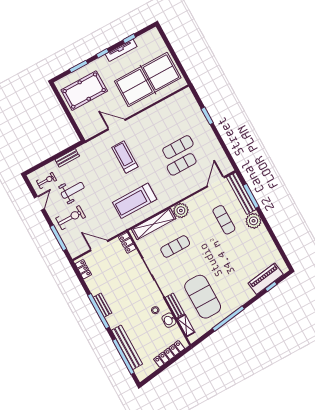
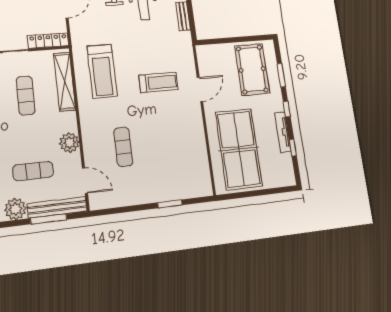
exercise mat: (178, 147) -> (146, 151), removed
treadmill: (135, 201) -> (102, 71), turned 180
plant: (181, 211) -> (69, 143), moved
locker: (127, 243) -> (48, 41), width x1.53

